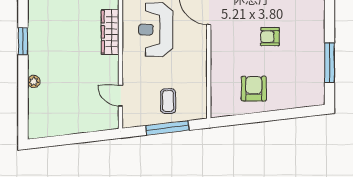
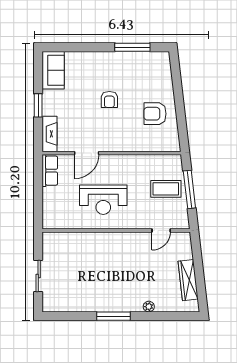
wardrobe: (110, 32) -> (188, 280), moved, turned 83
window: (23, 41) -> (113, 316), width x1.44
coffee table: (168, 101) -> (166, 189), width x1.36, depth x1.30

